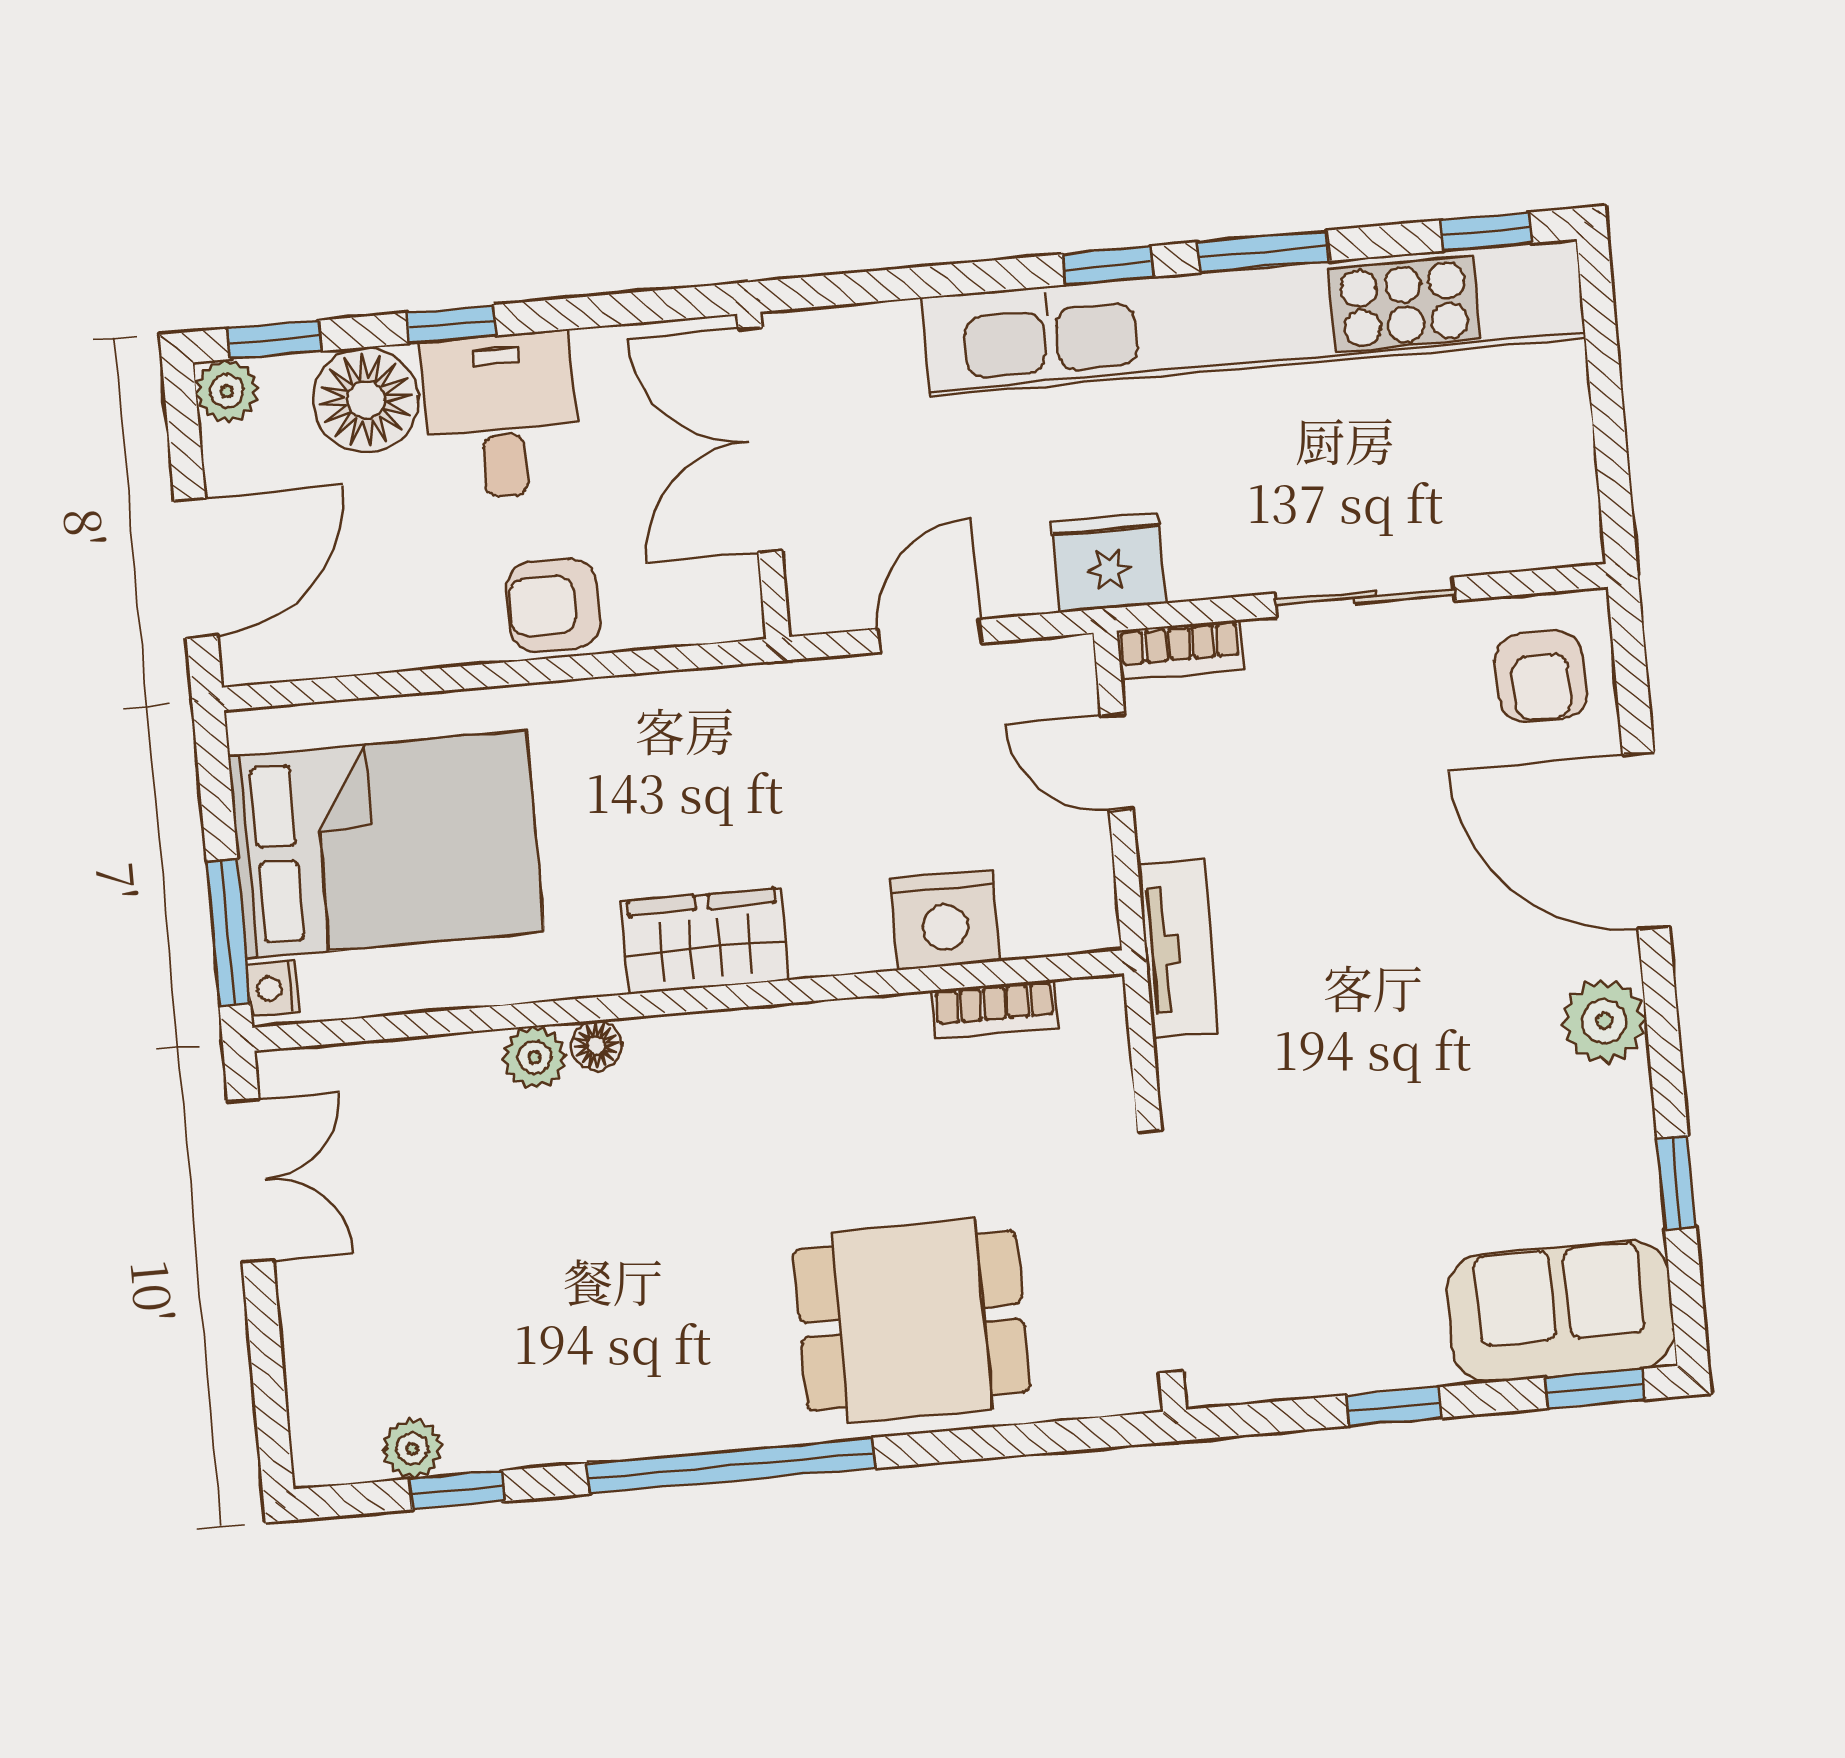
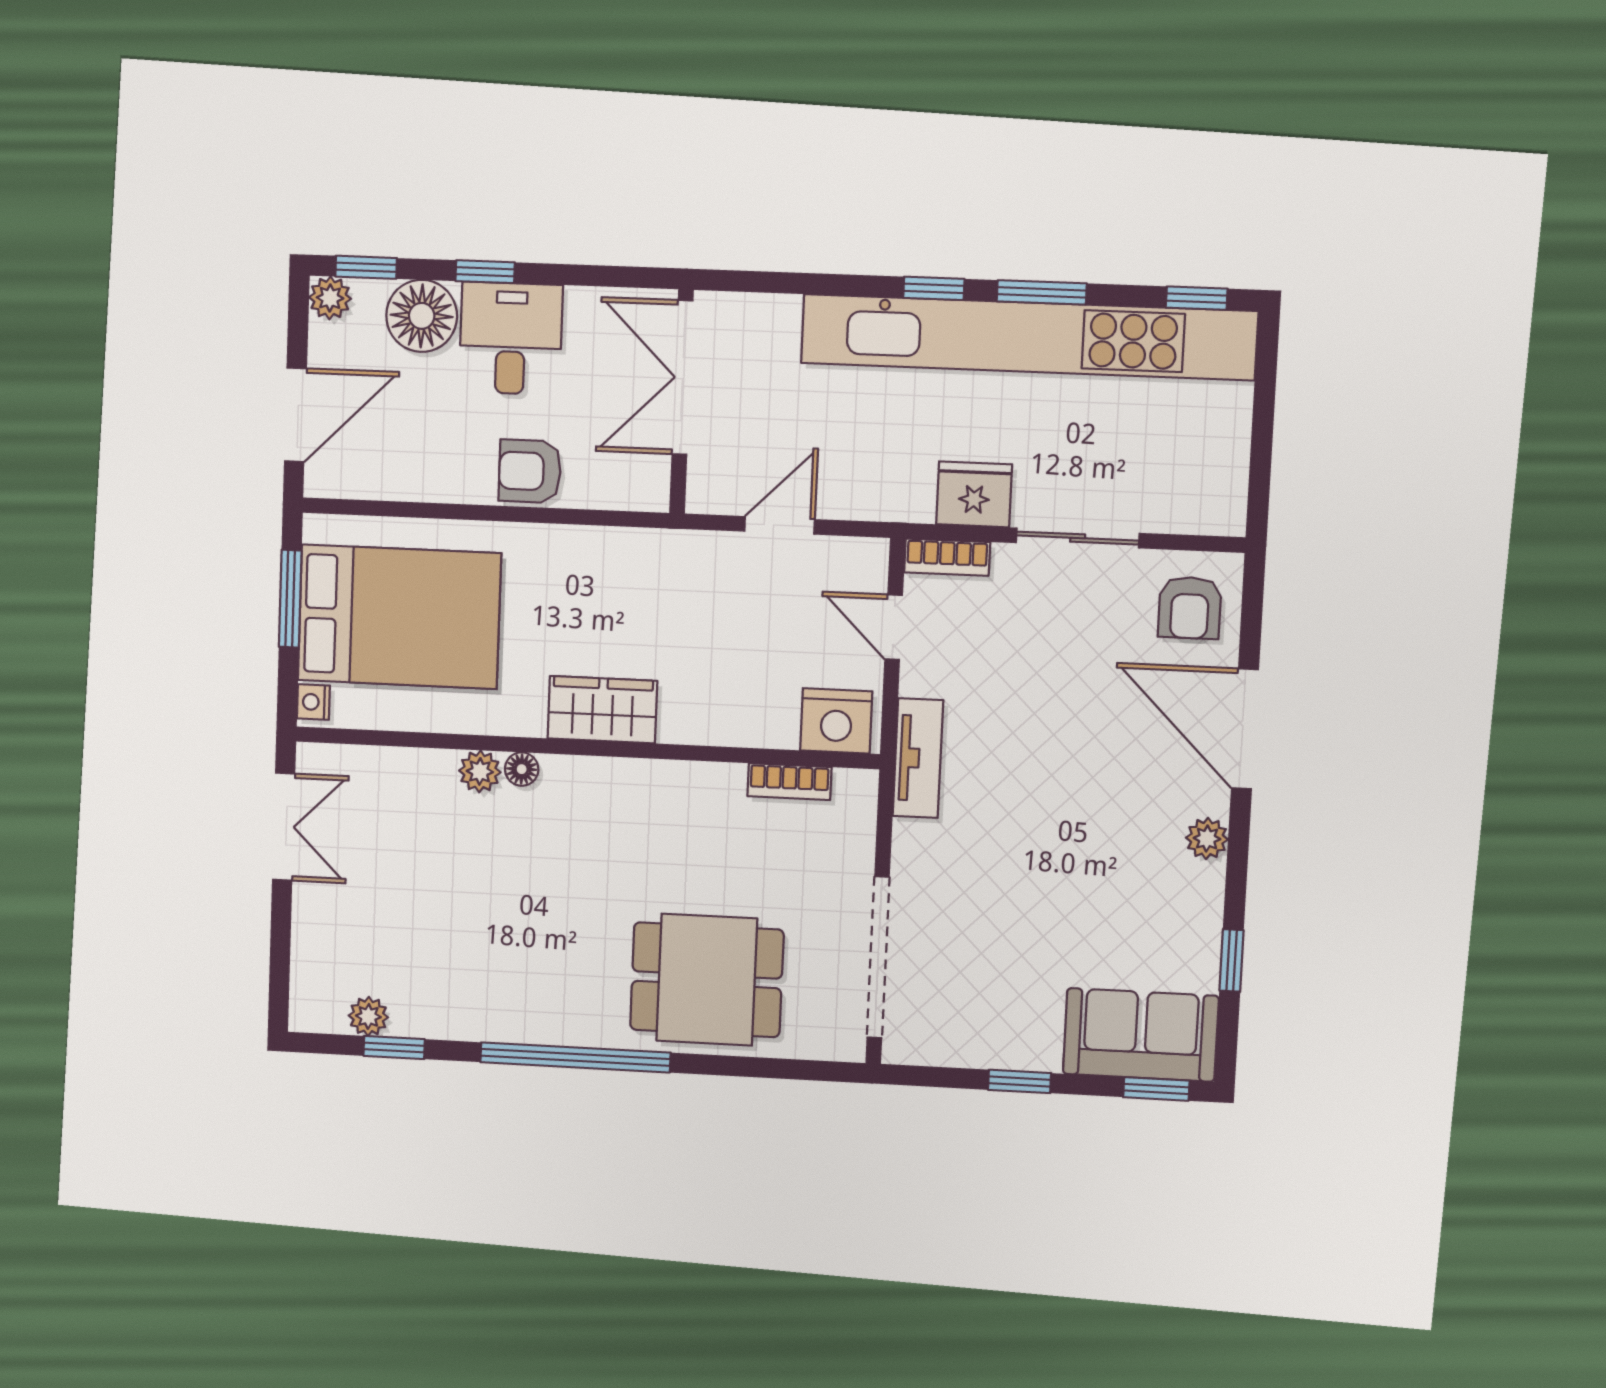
fridge: (1109, 562) -> (974, 494), moved
nightstand: (945, 920) -> (836, 721), moved
window: (228, 932) -> (290, 599), moved
plant: (1604, 1021) -> (1207, 839), width x0.73, depth x0.73

